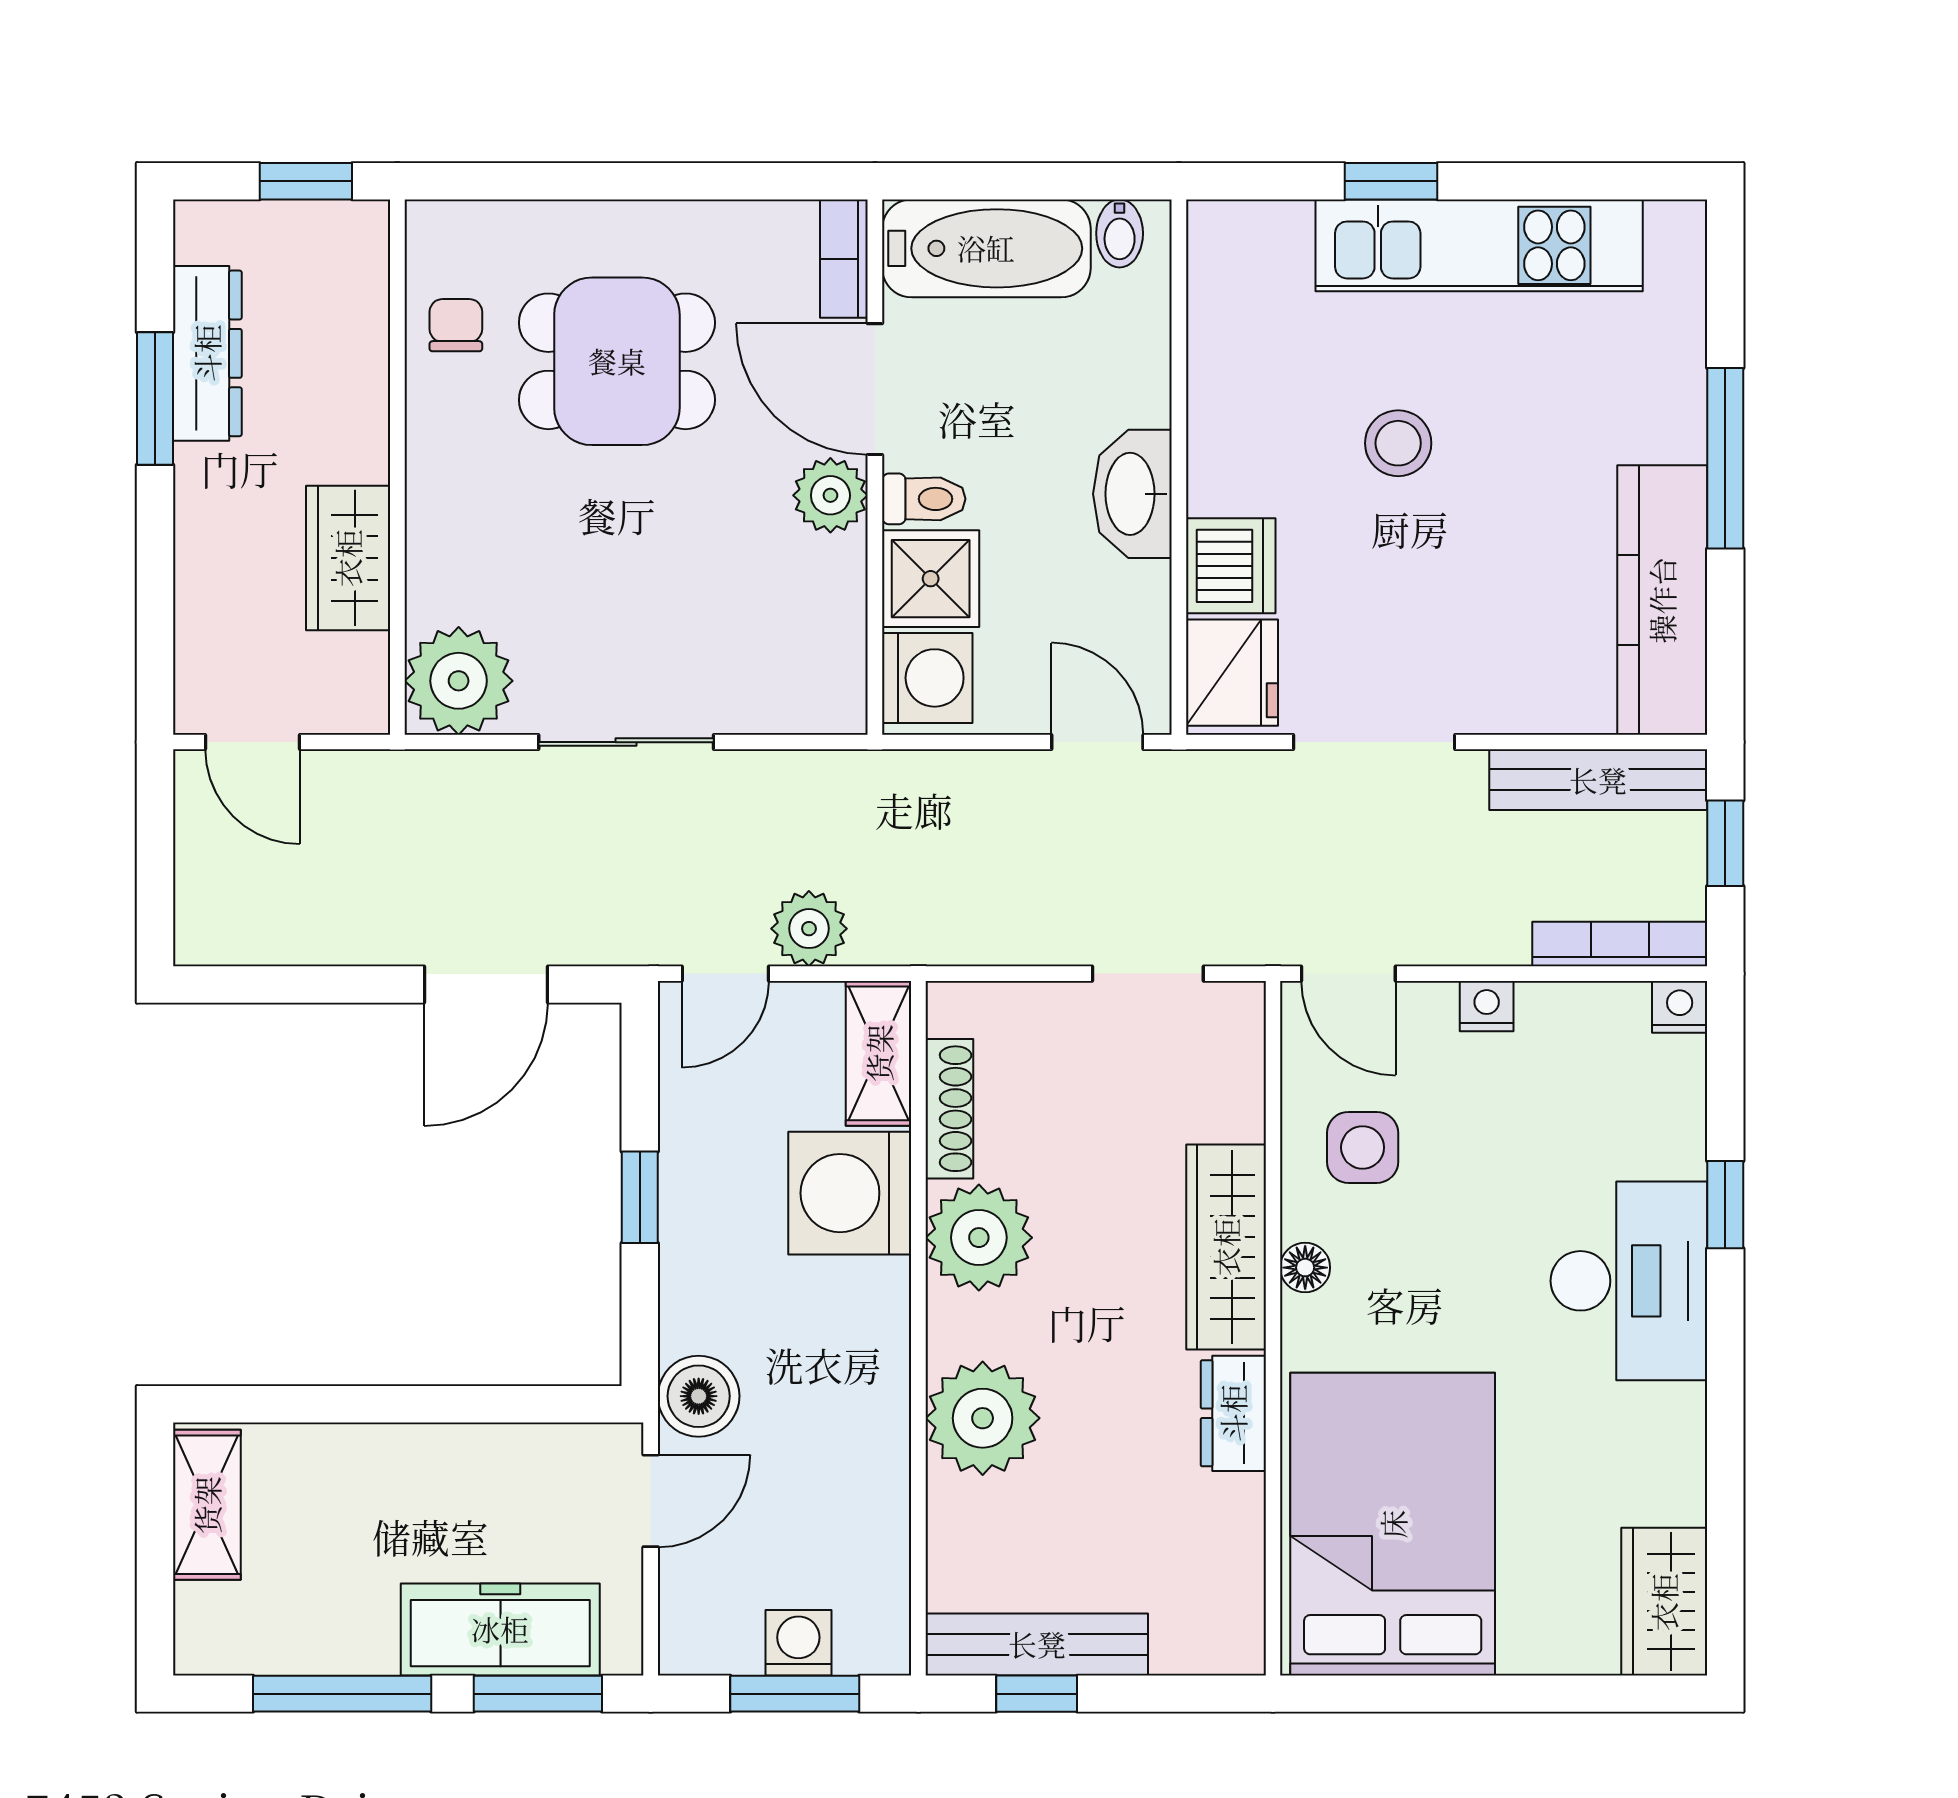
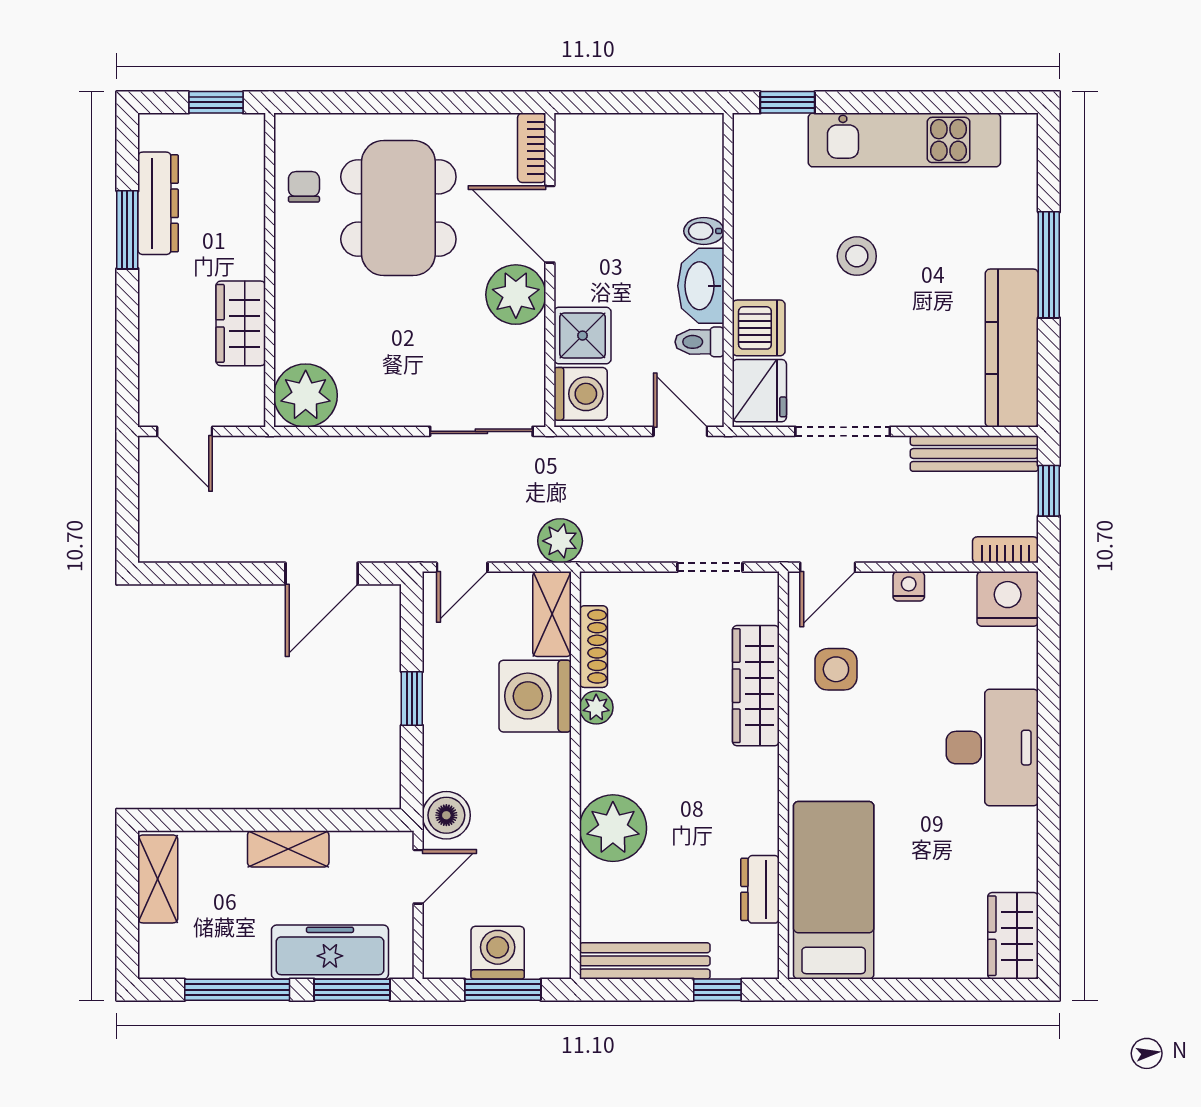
window: (1391, 181) -> (787, 102), moved
bidet: (1120, 233) -> (704, 231), moved, turned 90
bathtub: (986, 248) -> (615, 142), removed
dining table: (617, 361) -> (398, 208), width x1.38
plant: (830, 495) -> (516, 295), width x1.36, depth x1.36
toilet: (924, 499) -> (700, 342), moved, turned 180
sliding door: (626, 742) -> (481, 431), moved
plant: (809, 929) -> (560, 541), moved
bookcase: (1620, 944) -> (1005, 550), width x0.64
door: (1348, 974) -> (828, 567), hinge flipped
nightstand: (1680, 1007) -> (1008, 599), width x1.89, depth x1.79
window: (1725, 1205) -> (1049, 703), removed
plant: (979, 1238) -> (596, 708), width x0.53, depth x0.53
wardrobe: (1226, 1247) -> (756, 686), moved
floor lamp: (1305, 1268) -> (802, 740), removed
dresser: (1233, 1413) -> (760, 889), moved
shelving: (429, 1453) -> (288, 849), added
bed: (1393, 1524) -> (834, 890), width x0.67
washing machine: (798, 1643) -> (498, 953), width x1.38, depth x1.38
window: (1037, 1694) -> (717, 990), moved

